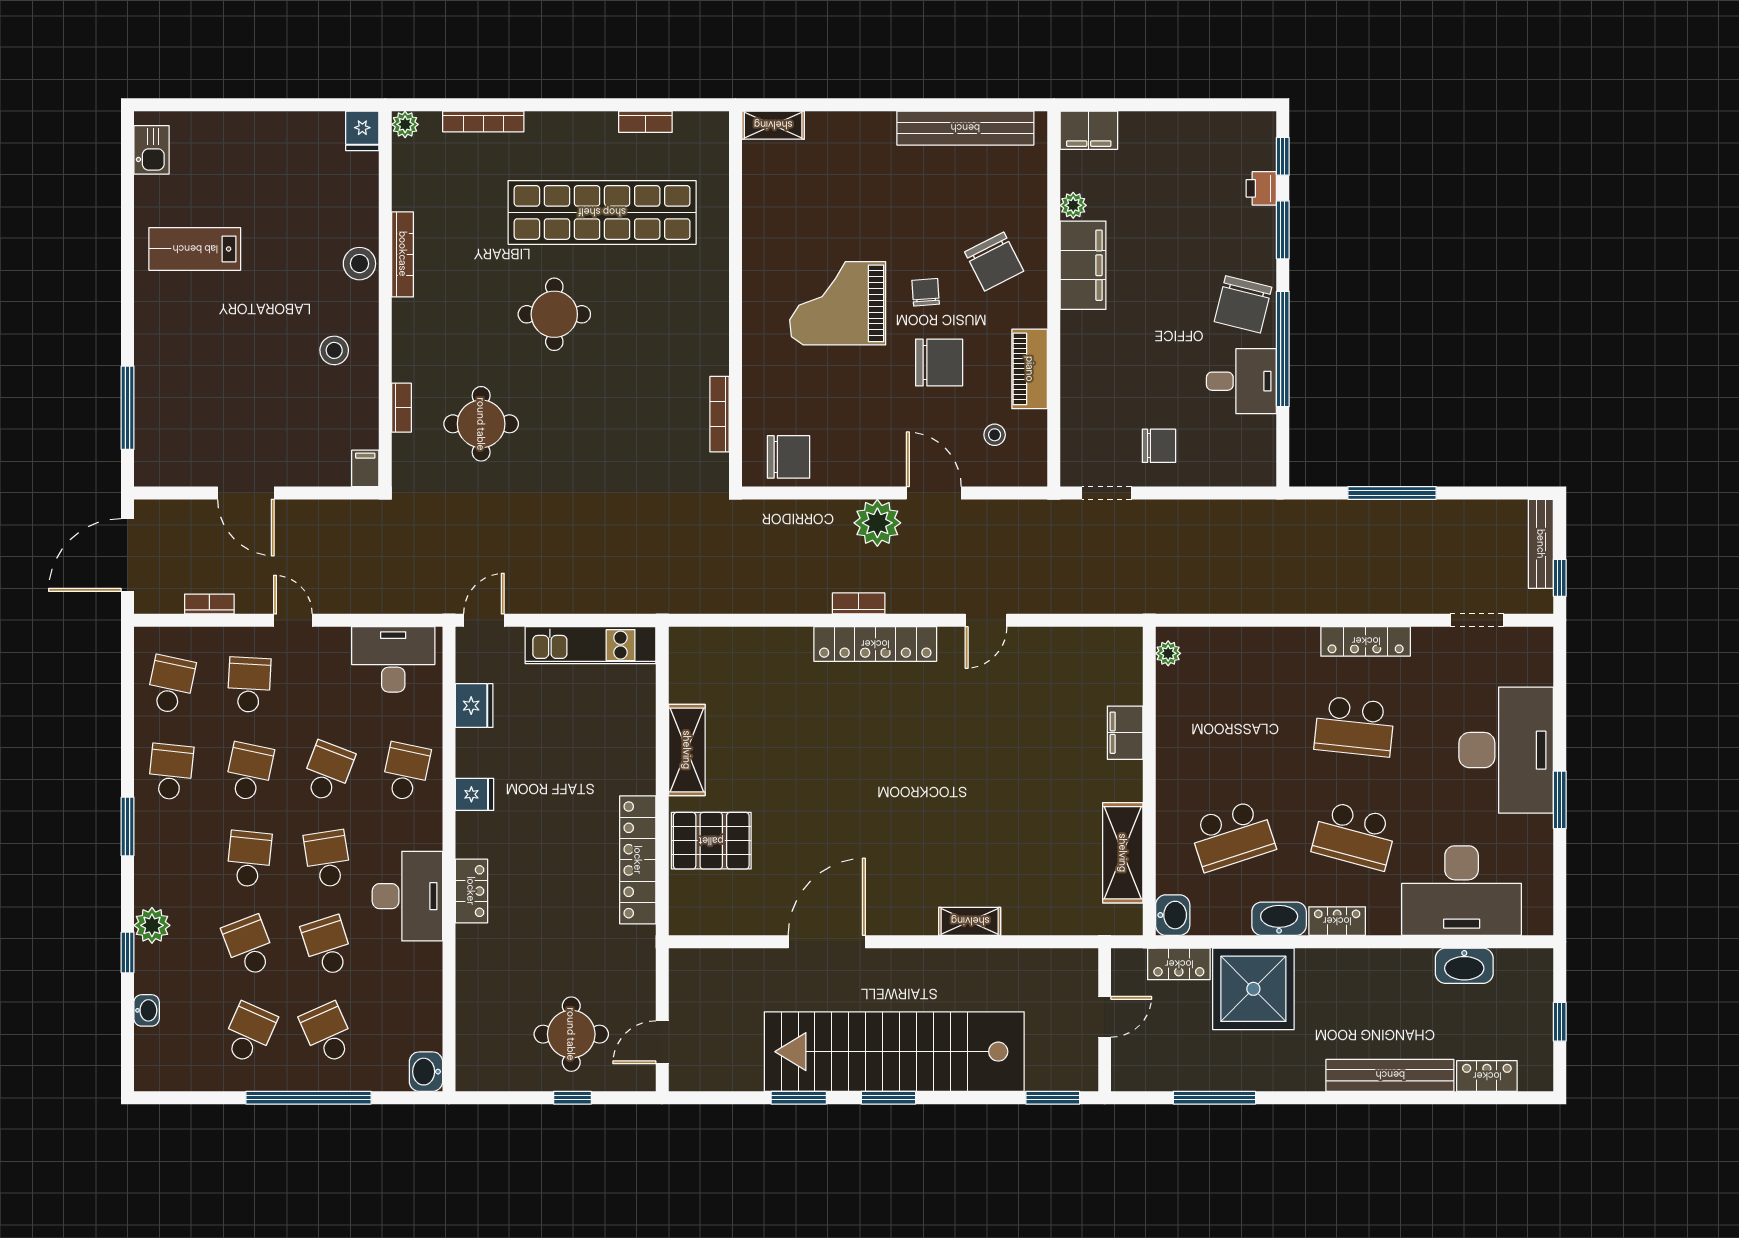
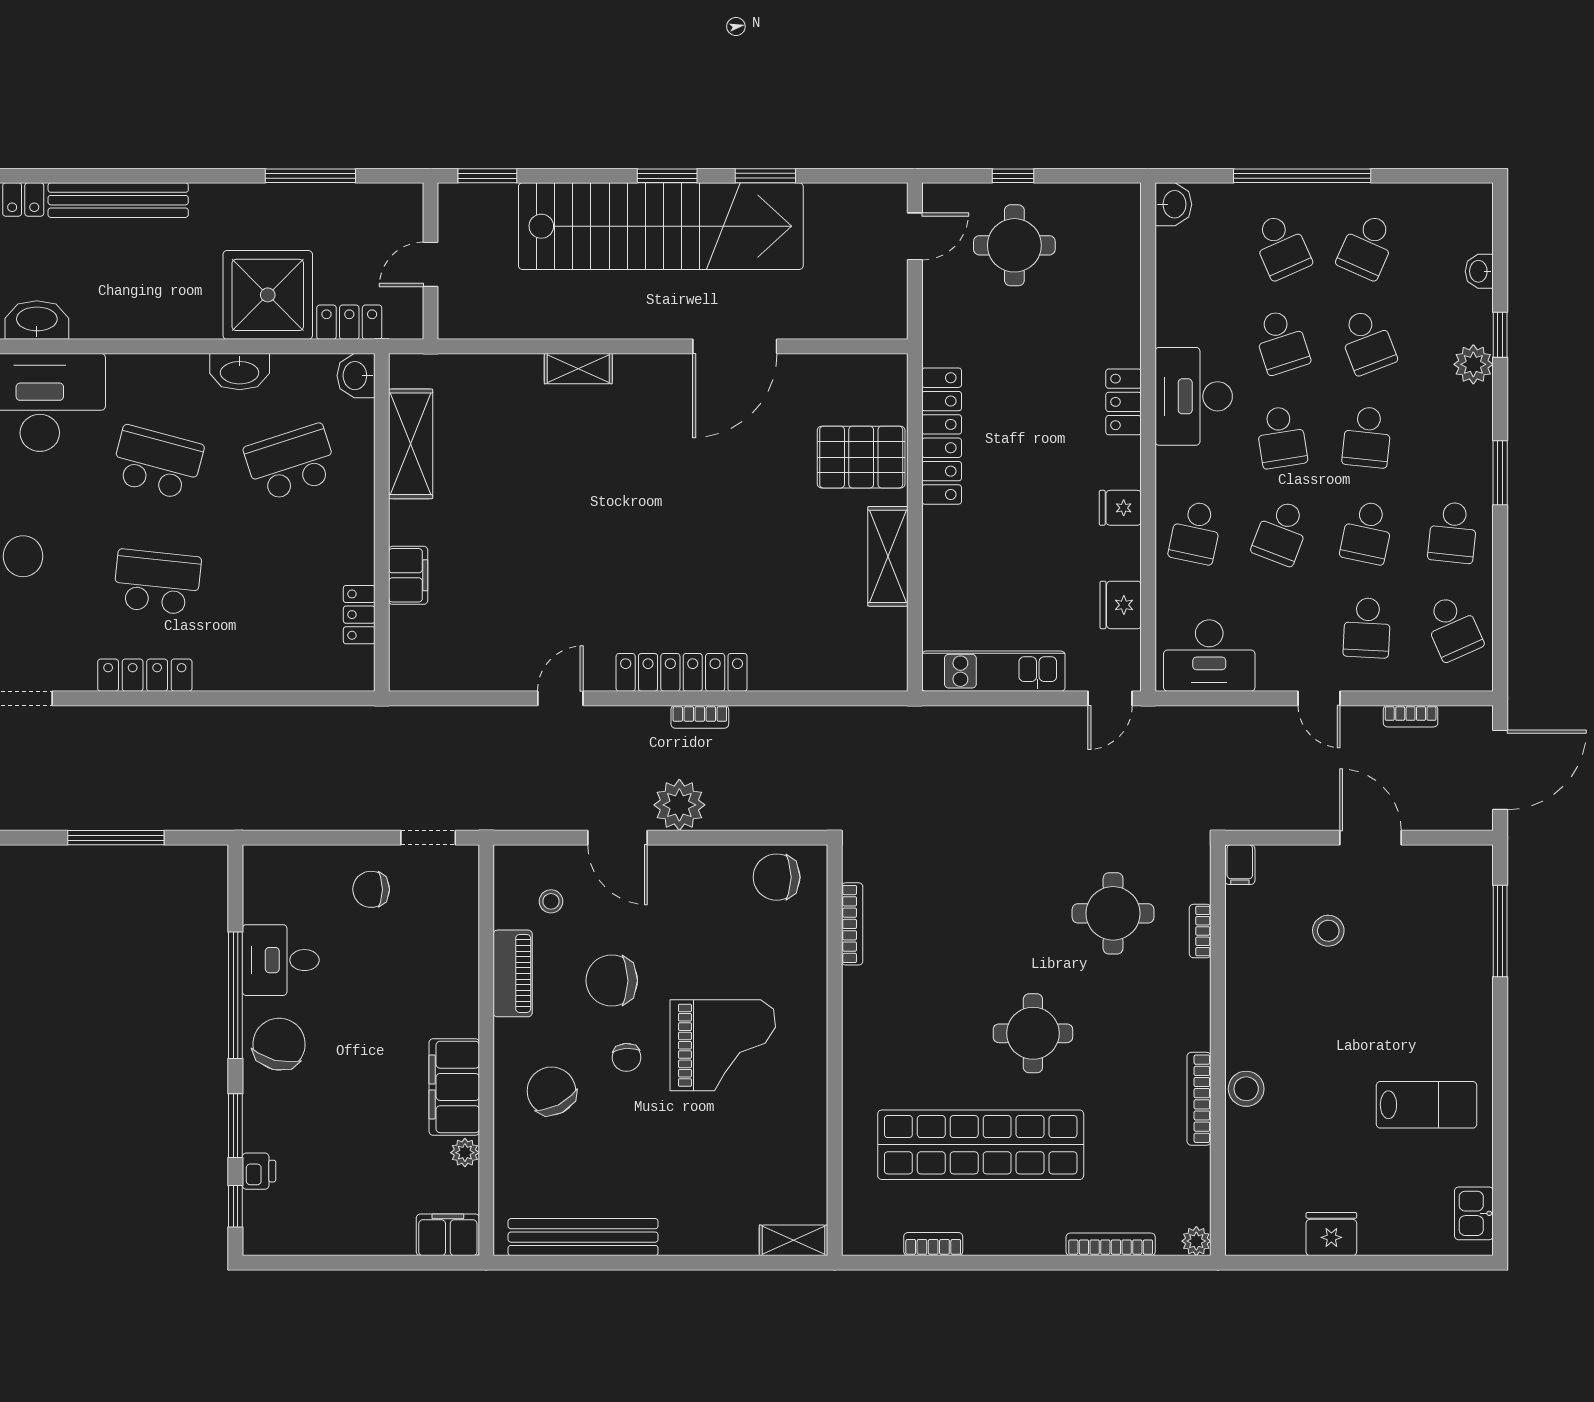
fridge: (362, 131) -> (1331, 1234), moved, width x1.38
stool: (334, 350) -> (1328, 931), moved
plant: (1168, 653) -> (361, 662), removed
school desk: (171, 685) -> (1453, 628), turned -36
locker: (1337, 921) -> (359, 615), moved, turned 90

